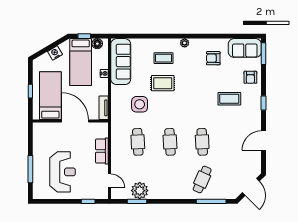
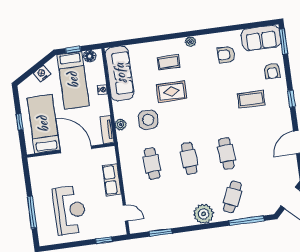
plant: (116, 105) -> (121, 125), added
plant: (140, 191) -> (204, 214), moved

